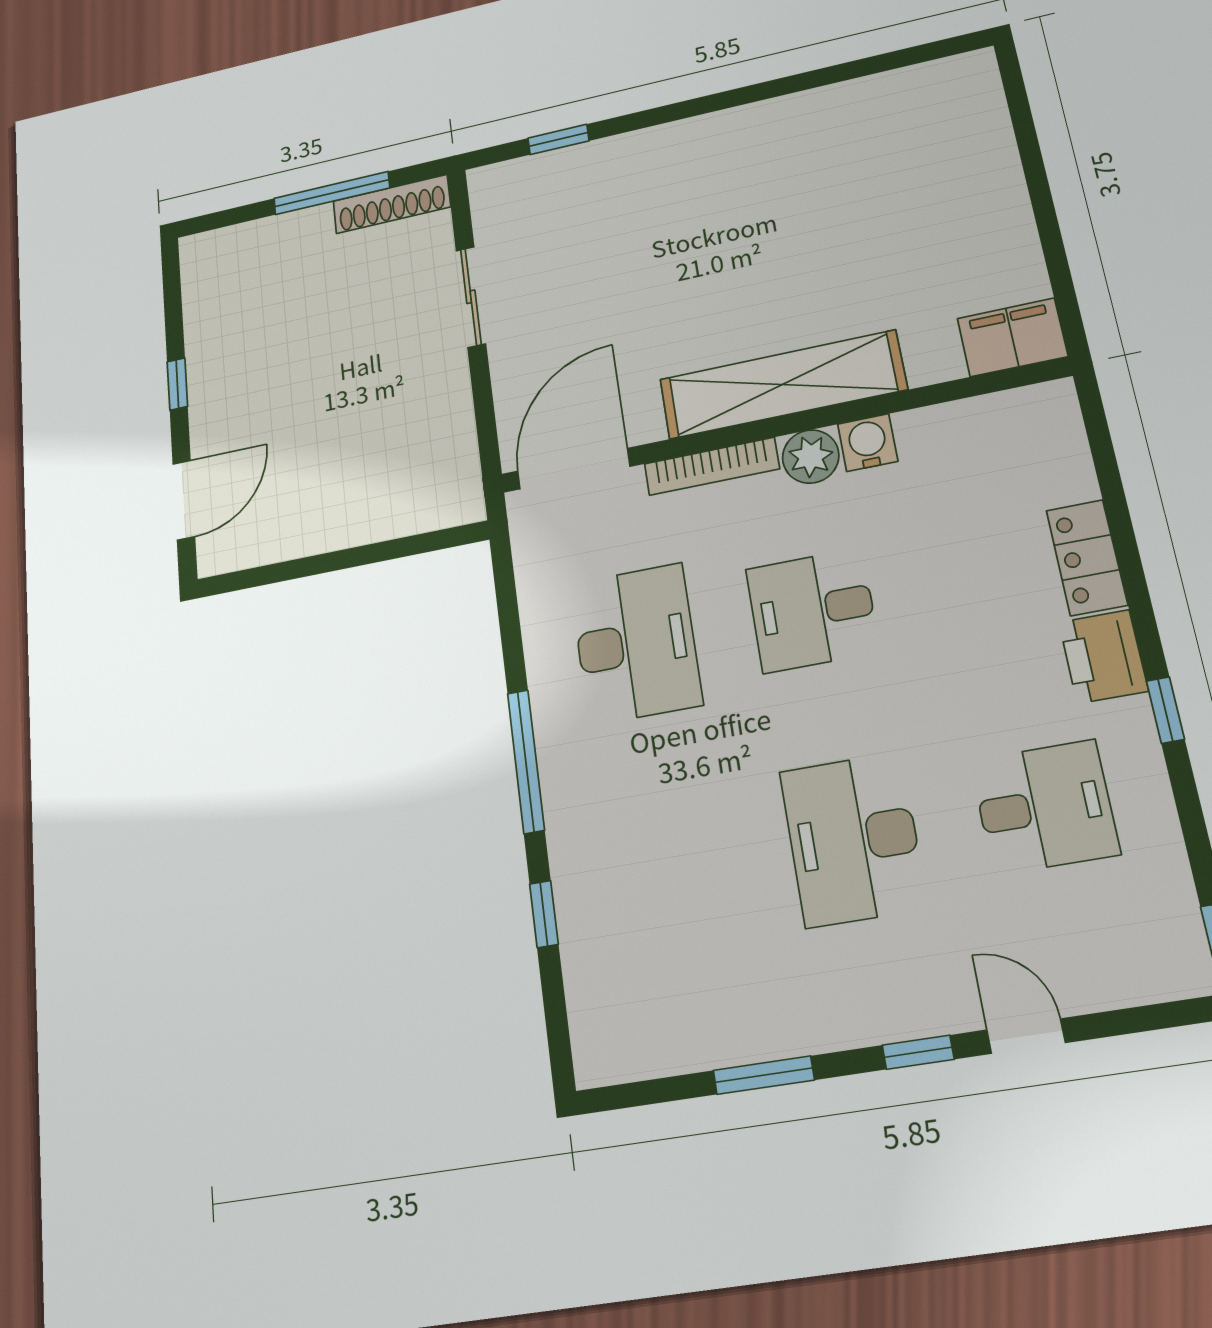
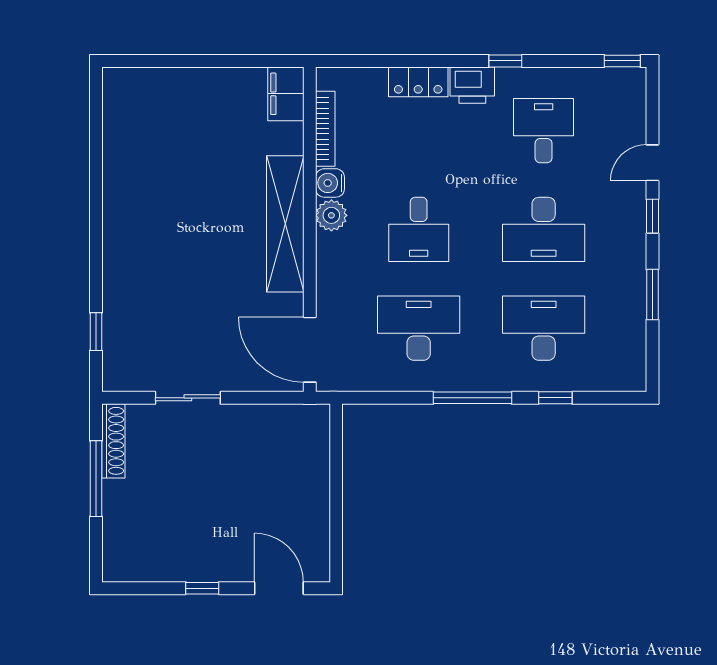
bookcase: (712, 466) -> (325, 129), moved
desk: (668, 870) -> (544, 328), added

